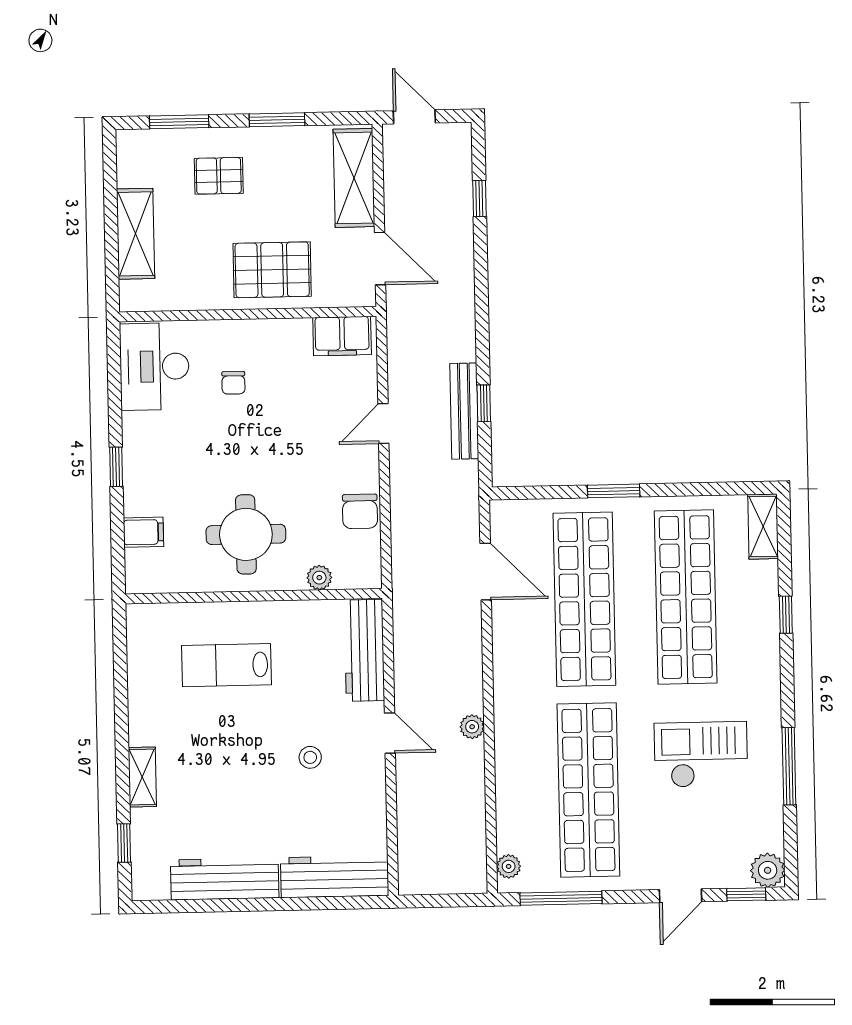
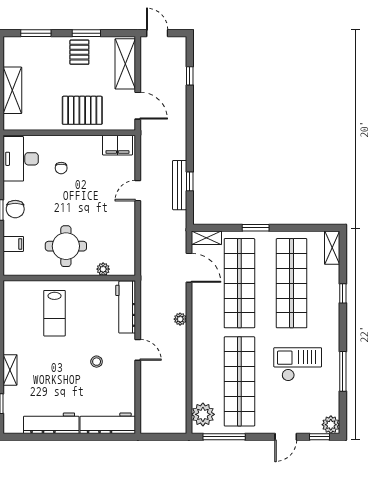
pallet: (219, 176) -> (79, 52), moved, turned 90
chair: (360, 511) -> (15, 209), moved
shelving: (518, 512) -> (206, 238), added
lab bench: (226, 665) -> (54, 313), turned -90
plant: (472, 727) -> (180, 319), moved
plant: (509, 866) -> (203, 414), width x1.88, depth x1.88

